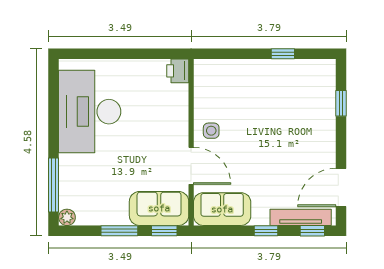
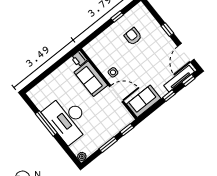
armchair: (283, 101) -> (133, 36), added
window: (341, 103) -> (167, 30), moved
desk: (90, 112) -> (67, 119), moved
window: (54, 185) -> (46, 123), moved
sofa: (159, 208) -> (91, 79), moved, turned -90

